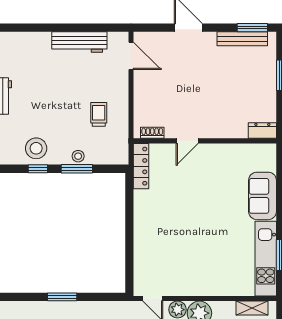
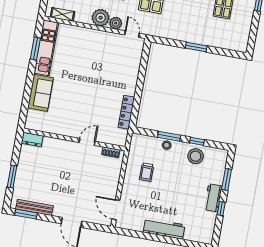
workbench: (79, 42) -> (164, 229), moved
locker: (141, 166) -> (126, 112), moved

